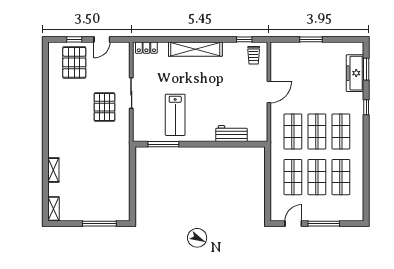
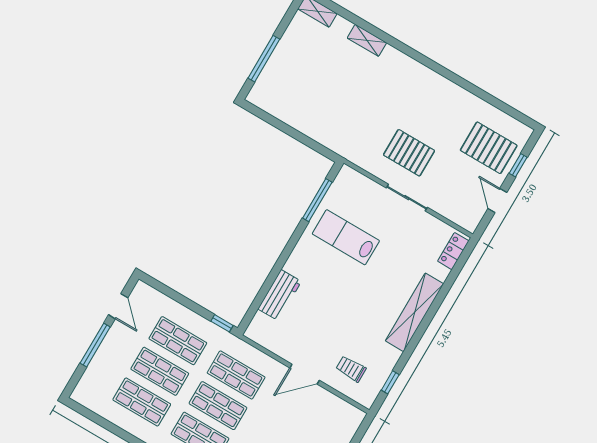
trolley: (254, 55) -> (351, 369), moved
door: (269, 92) -> (305, 374), hinge flipped
window: (268, 157) -> (222, 323), added

